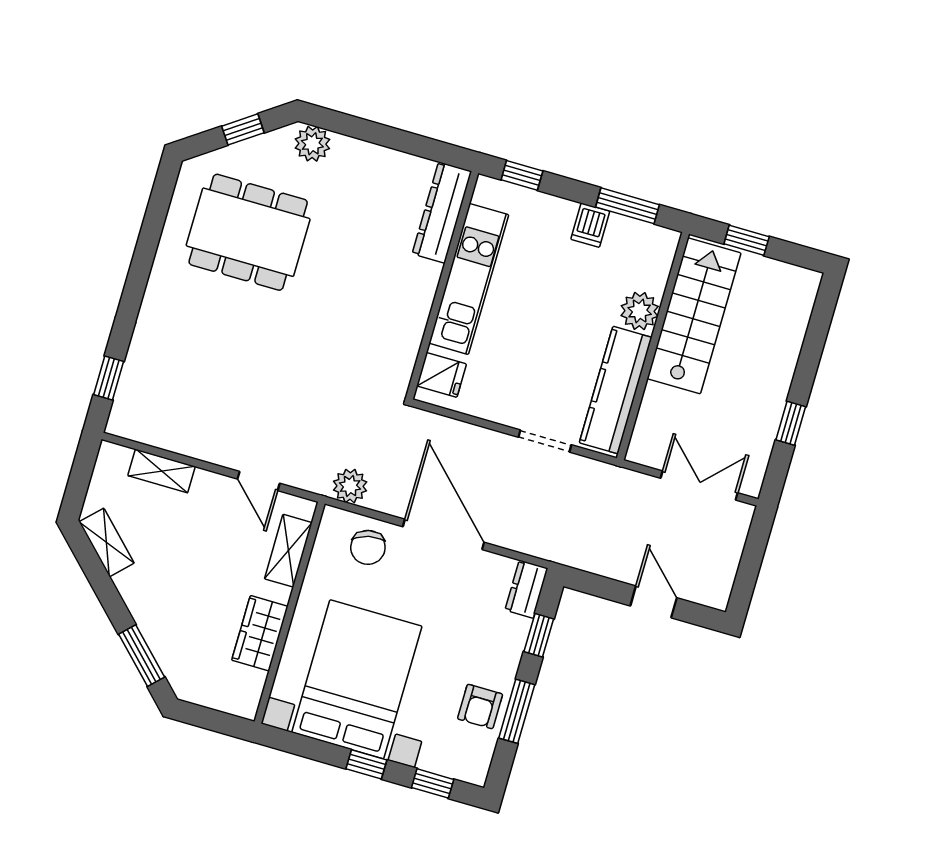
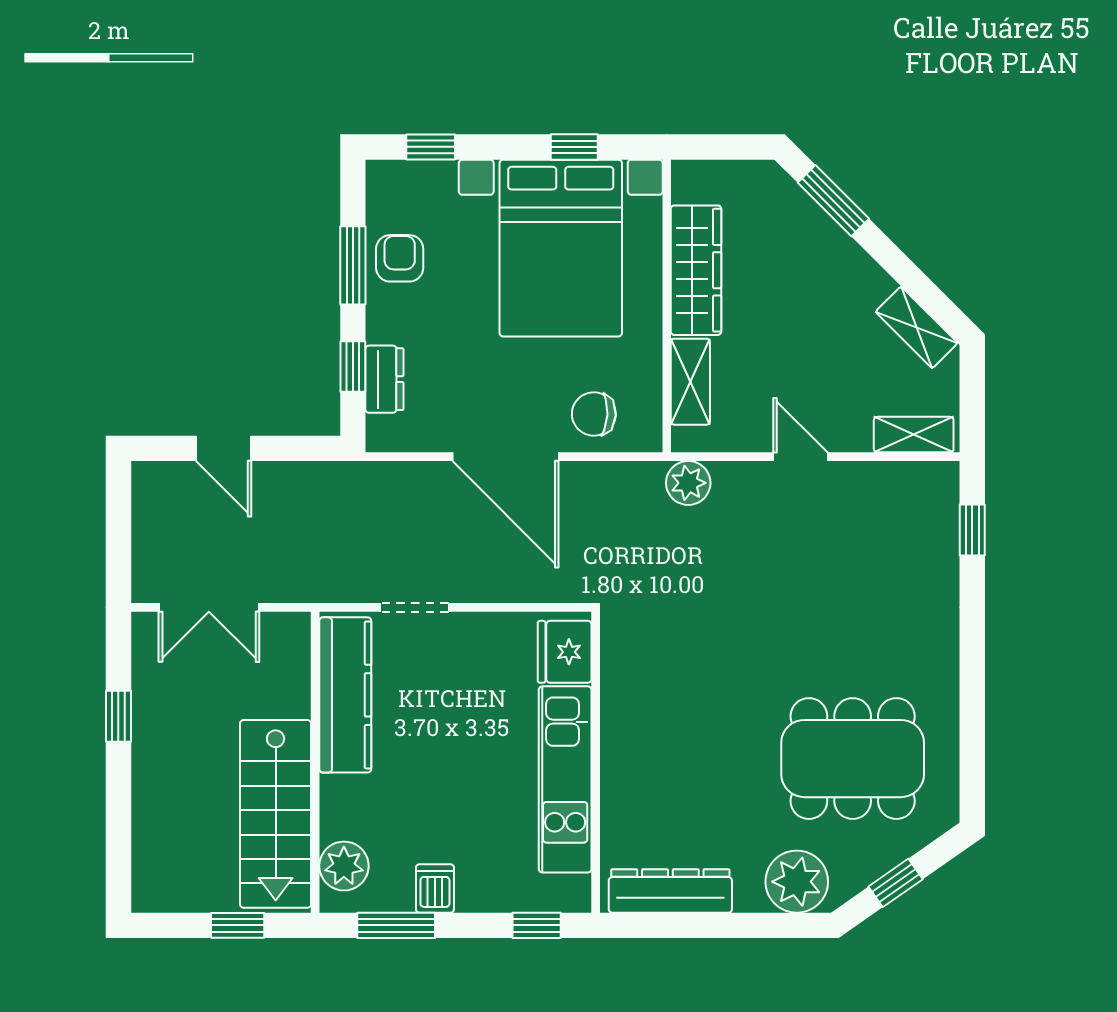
plant: (312, 144) -> (797, 882), width x1.36, depth x1.36
dresser: (442, 213) -> (670, 891), moved, turned -90
plant: (640, 311) -> (344, 866), moved
fridge: (441, 375) -> (565, 652), width x1.38
shelving: (162, 471) -> (914, 435), moved
door: (259, 481) -> (800, 457), moved
plant: (350, 486) -> (688, 483), moved
chair: (368, 547) -> (594, 414), turned -74
dresser: (526, 589) -> (384, 379), moved
wardrobe: (260, 633) -> (696, 270), width x1.50
window: (366, 764) -> (574, 147), moved

